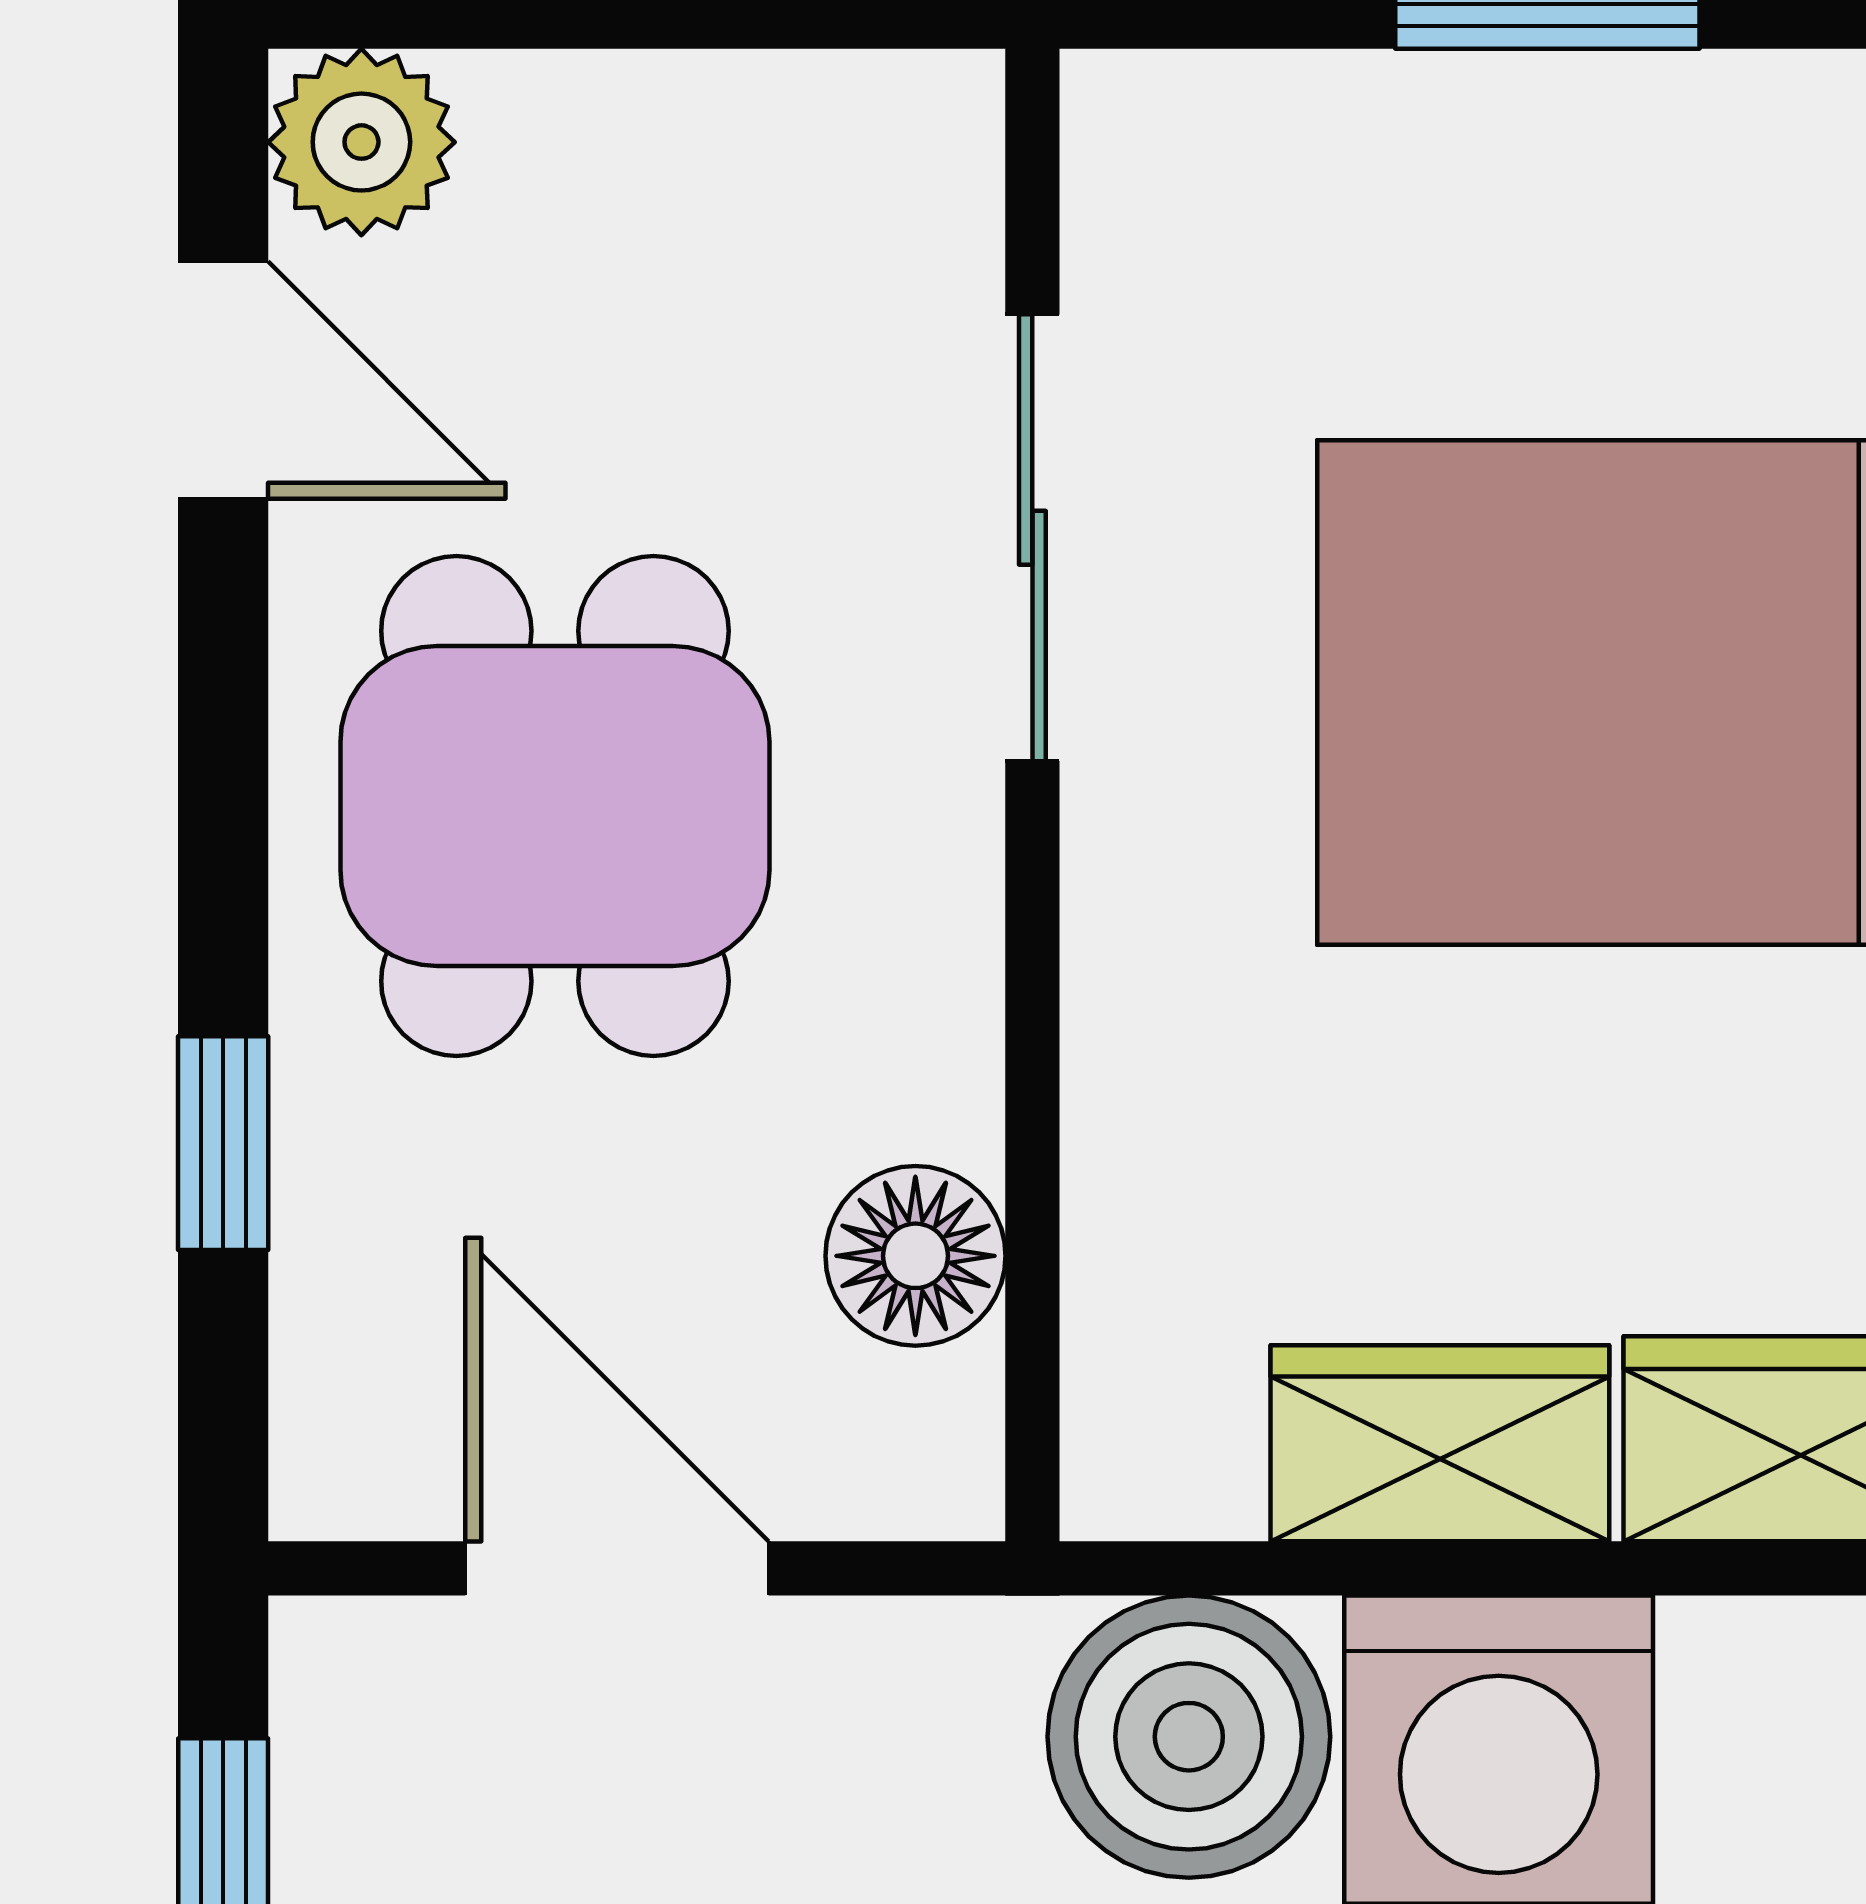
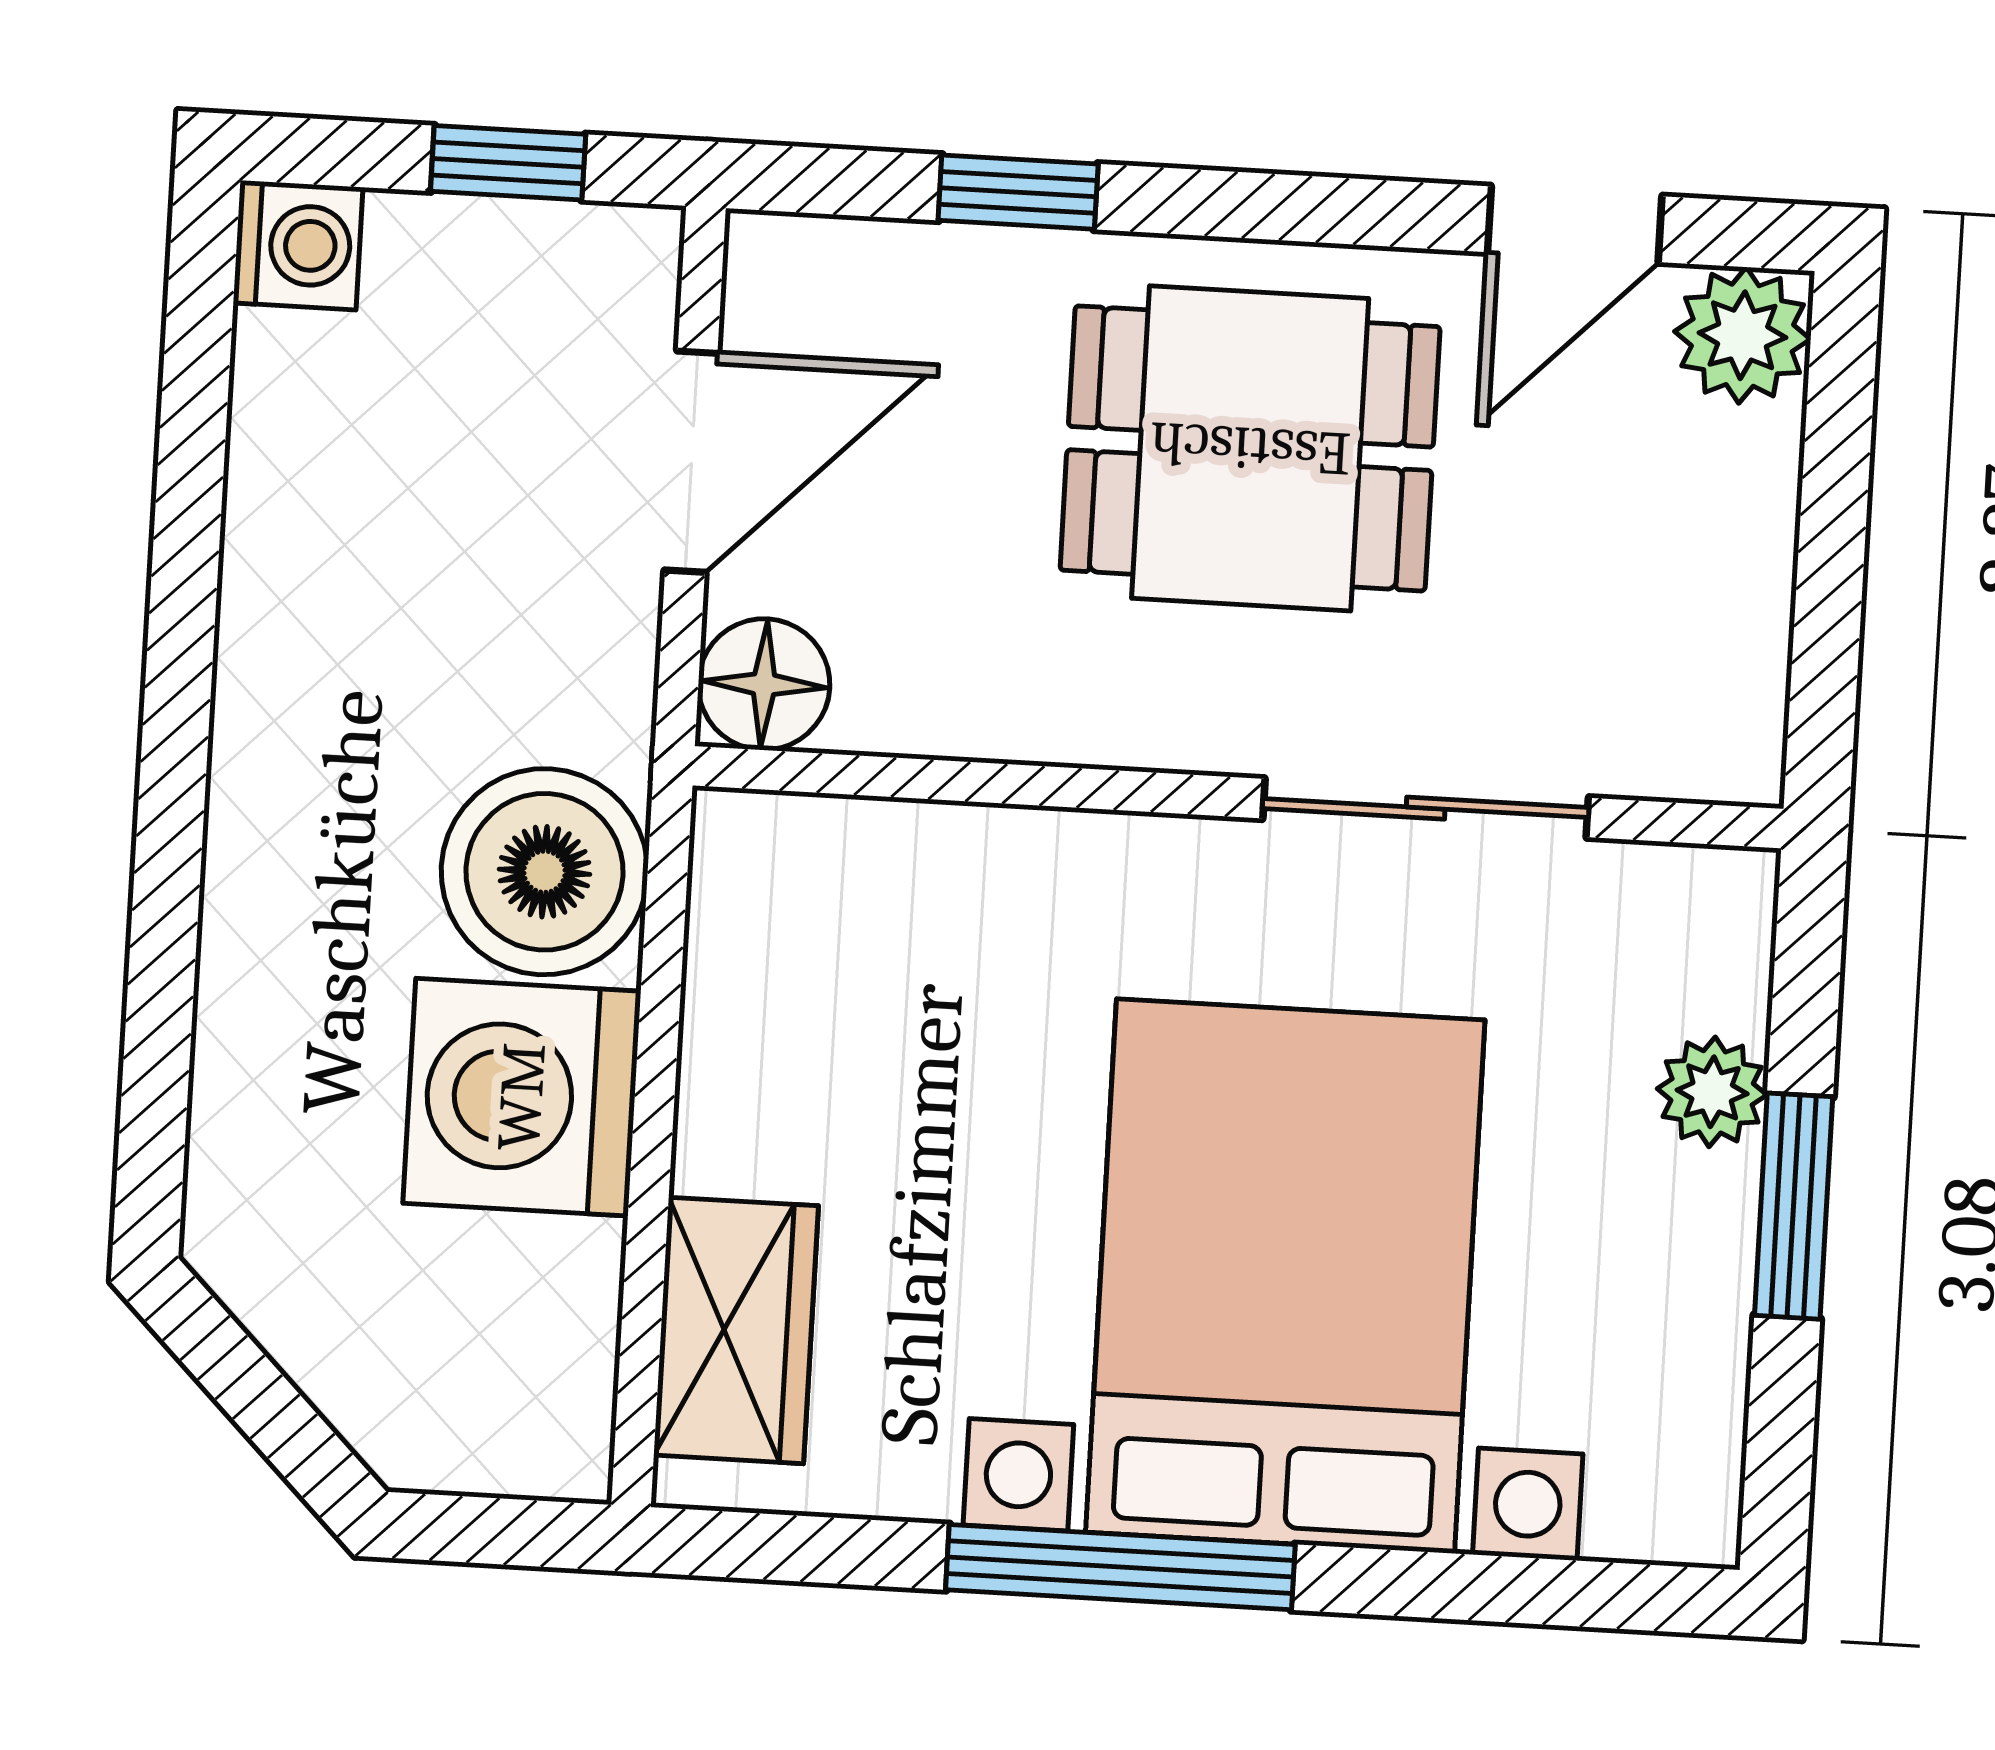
plant: (1398, 124) -> (1712, 1092), added
floor lamp: (915, 1256) -> (764, 684), moved
wardrobe: (1440, 1443) -> (748, 1067), removed

